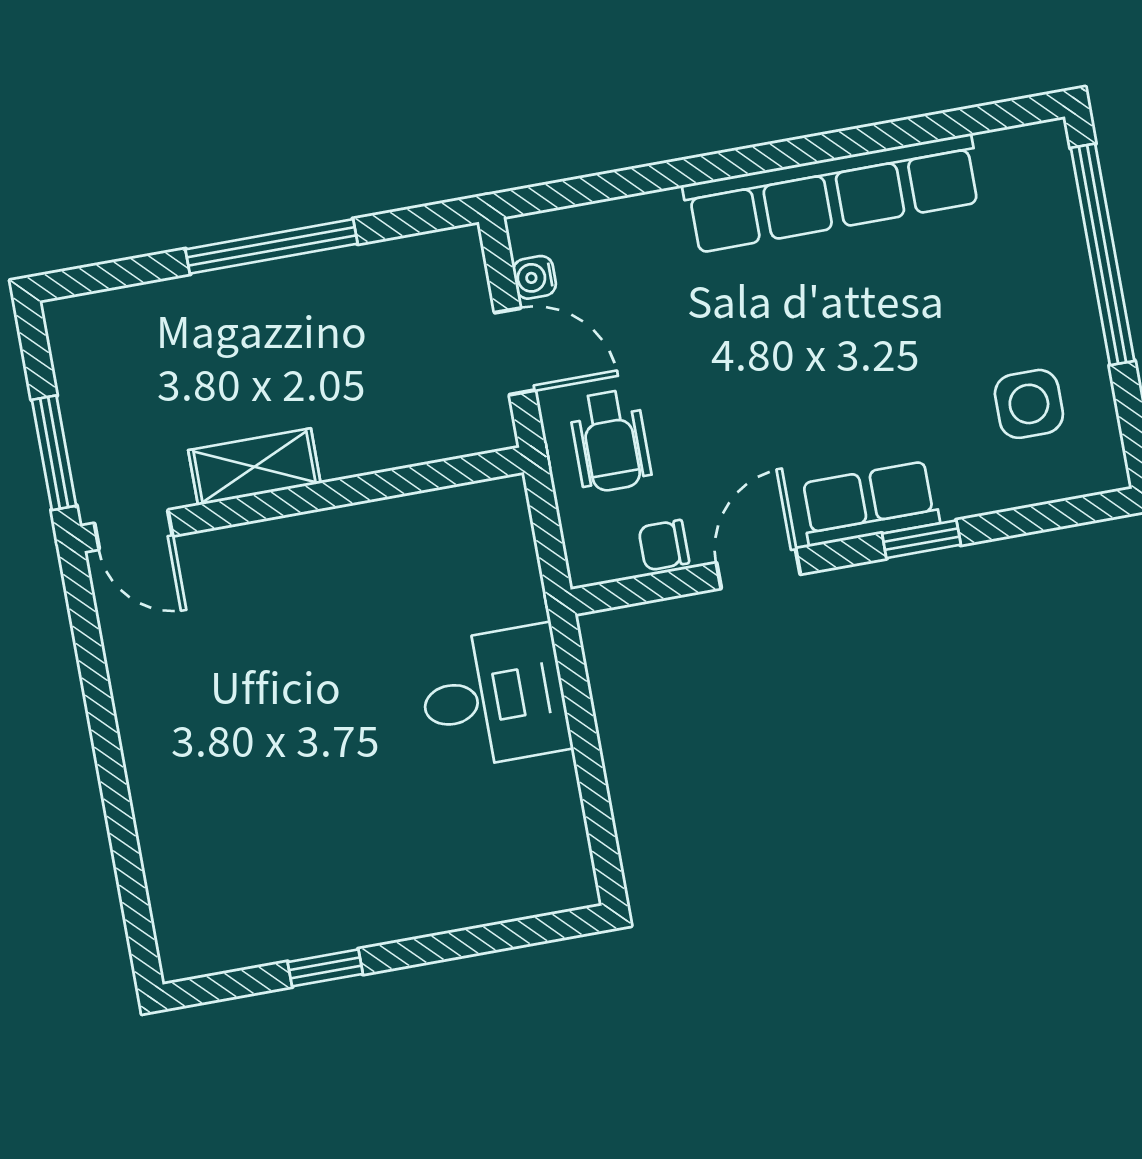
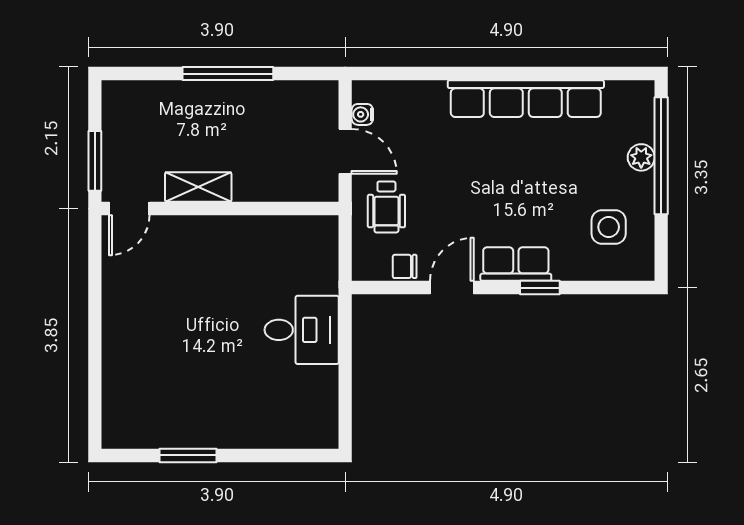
plant: (1066, 264) -> (641, 157), added
door: (133, 530) -> (129, 209), hinge flipped
window: (325, 968) -> (188, 455), width x1.50

